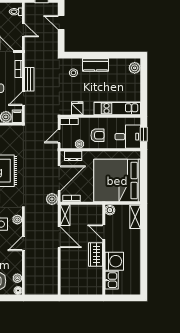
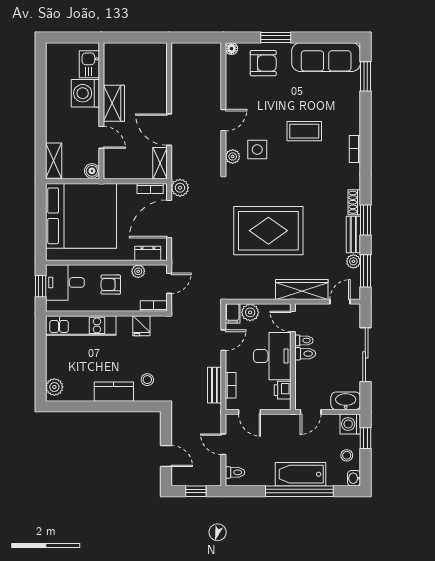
bench: (29, 79) -> (214, 385), moved
plant: (17, 278) -> (232, 67), removed

